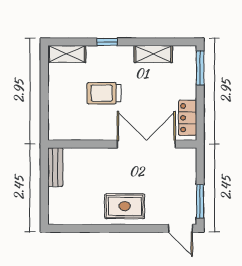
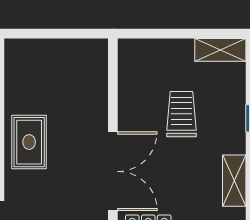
shelving: (67, 54) -> (220, 50), moved, turned 90
bench: (55, 167) -> (82, 49), removed

